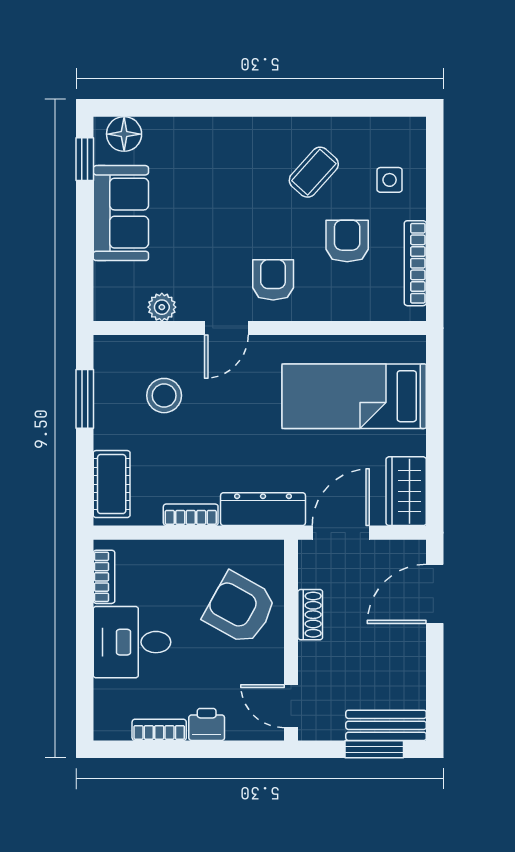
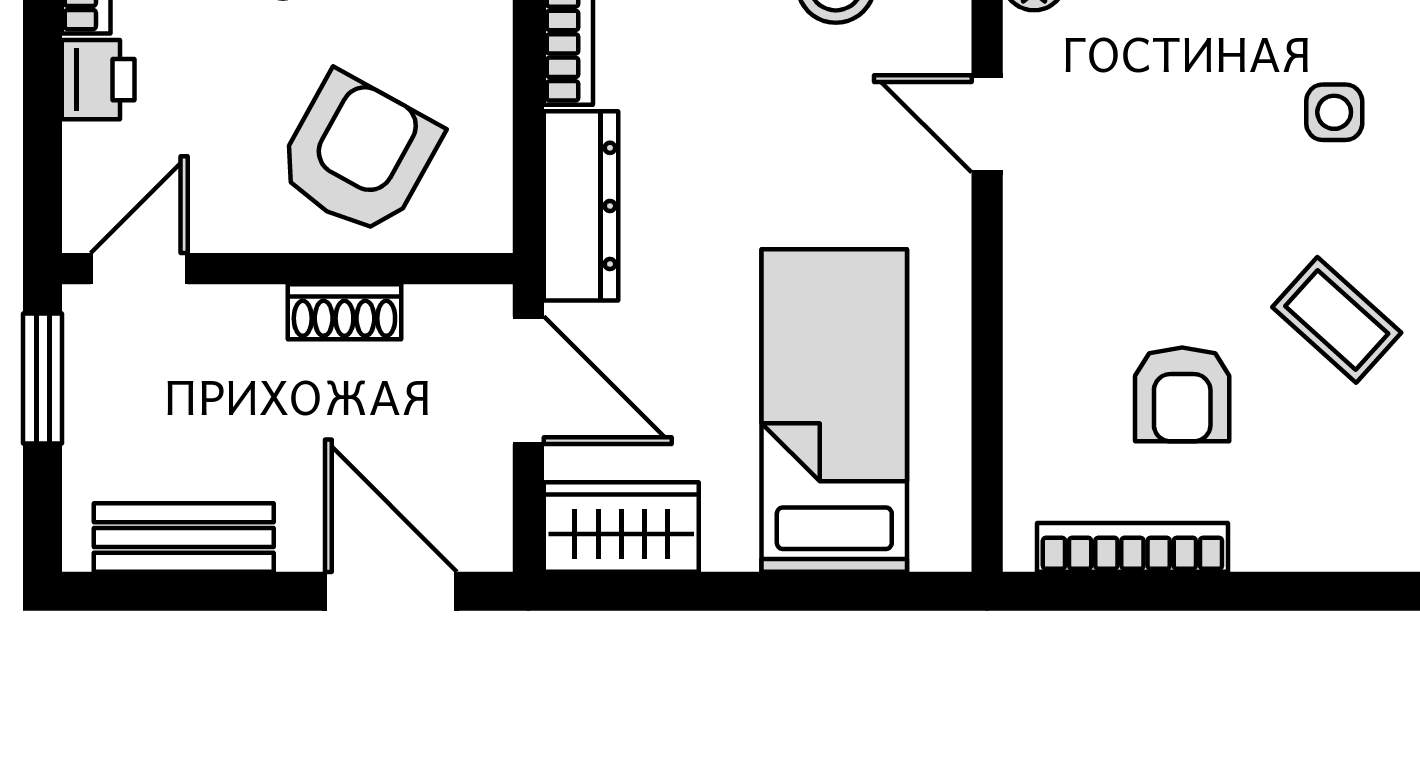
side table: (390, 180) -> (1334, 112), moved
armchair: (347, 241) -> (1182, 394), turned 90
armchair: (273, 280) -> (1095, 228), removed
bench: (386, 725) -> (184, 537), moved, turned 90
window: (374, 749) -> (43, 379), moved

